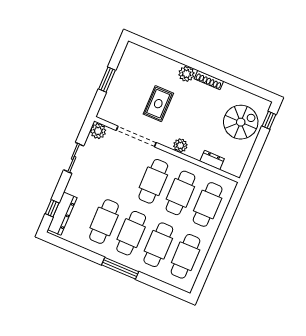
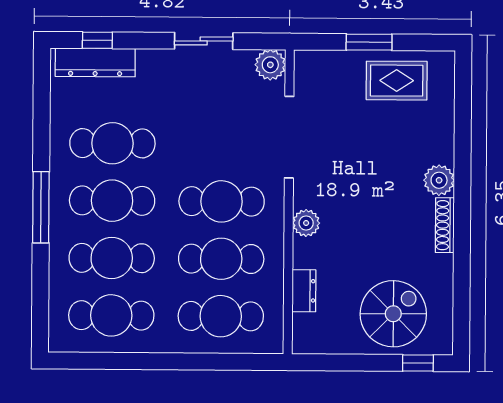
rug: (158, 104) -> (397, 81), moved
spiral stairs: (241, 122) -> (393, 314), turned -90

